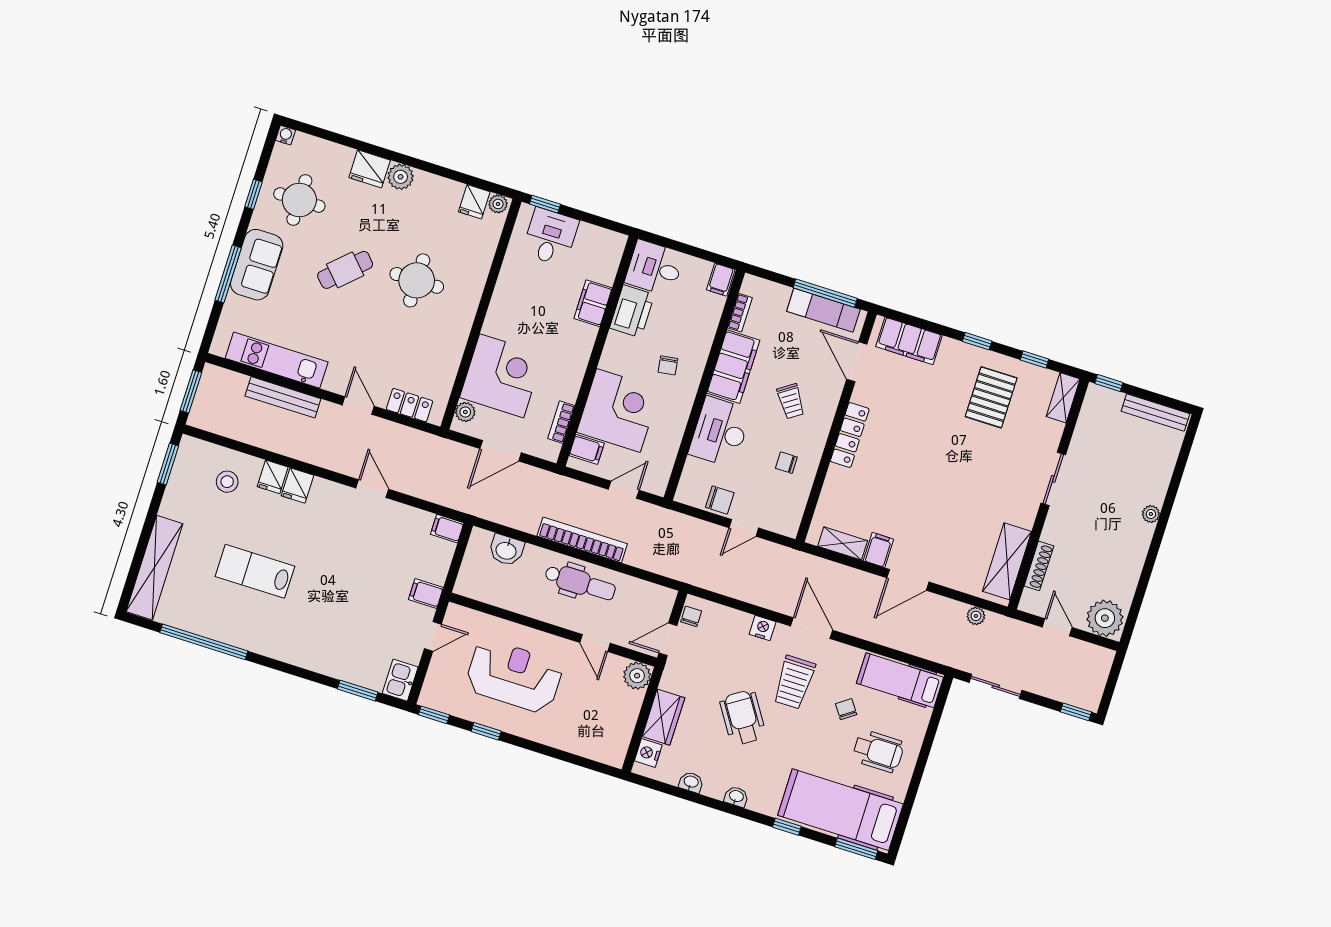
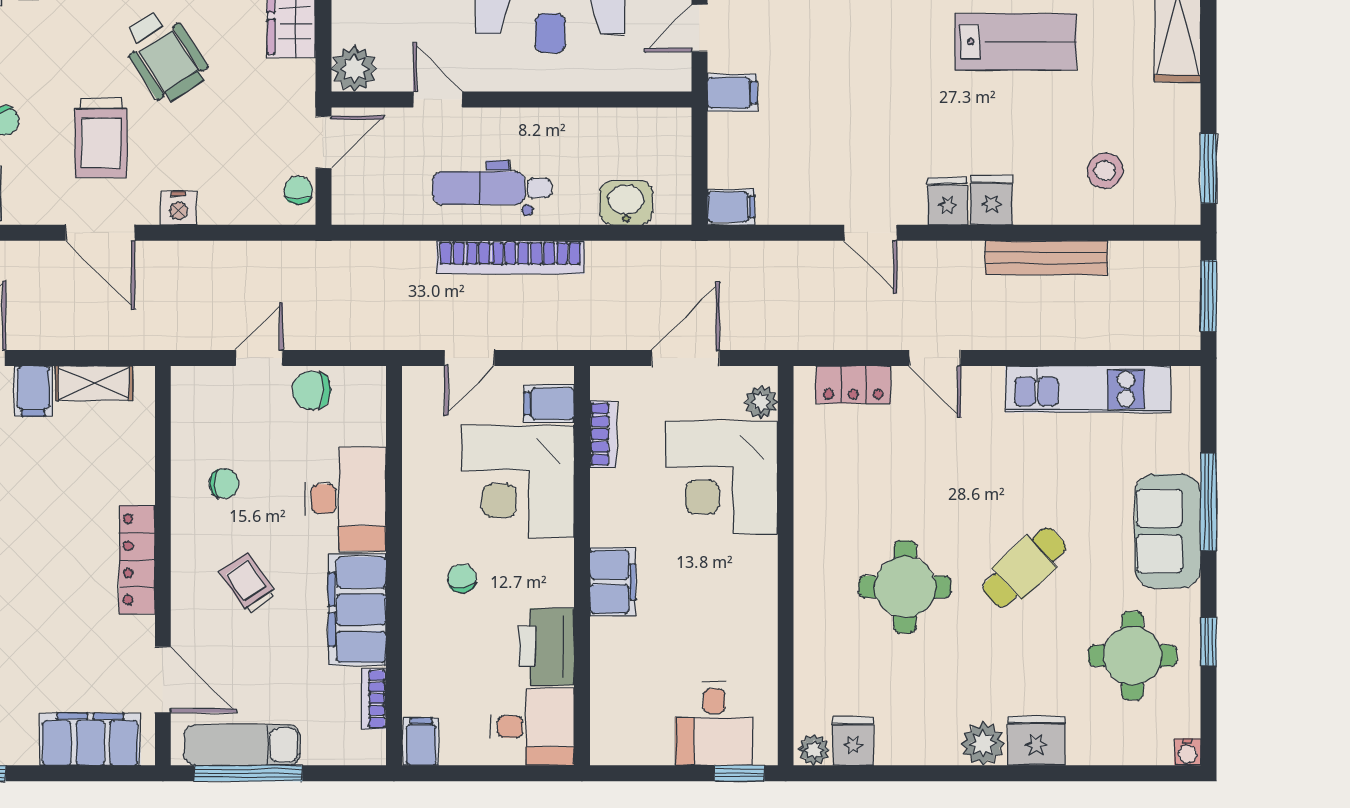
filing cabinet: (593, 303) -> (613, 582), moved
bench: (283, 397) -> (1047, 258), moved
fridge: (273, 477) -> (948, 201), moved
chair: (691, 616) -> (298, 190), turned 180
trolley: (794, 682) -> (101, 137), turned 180

